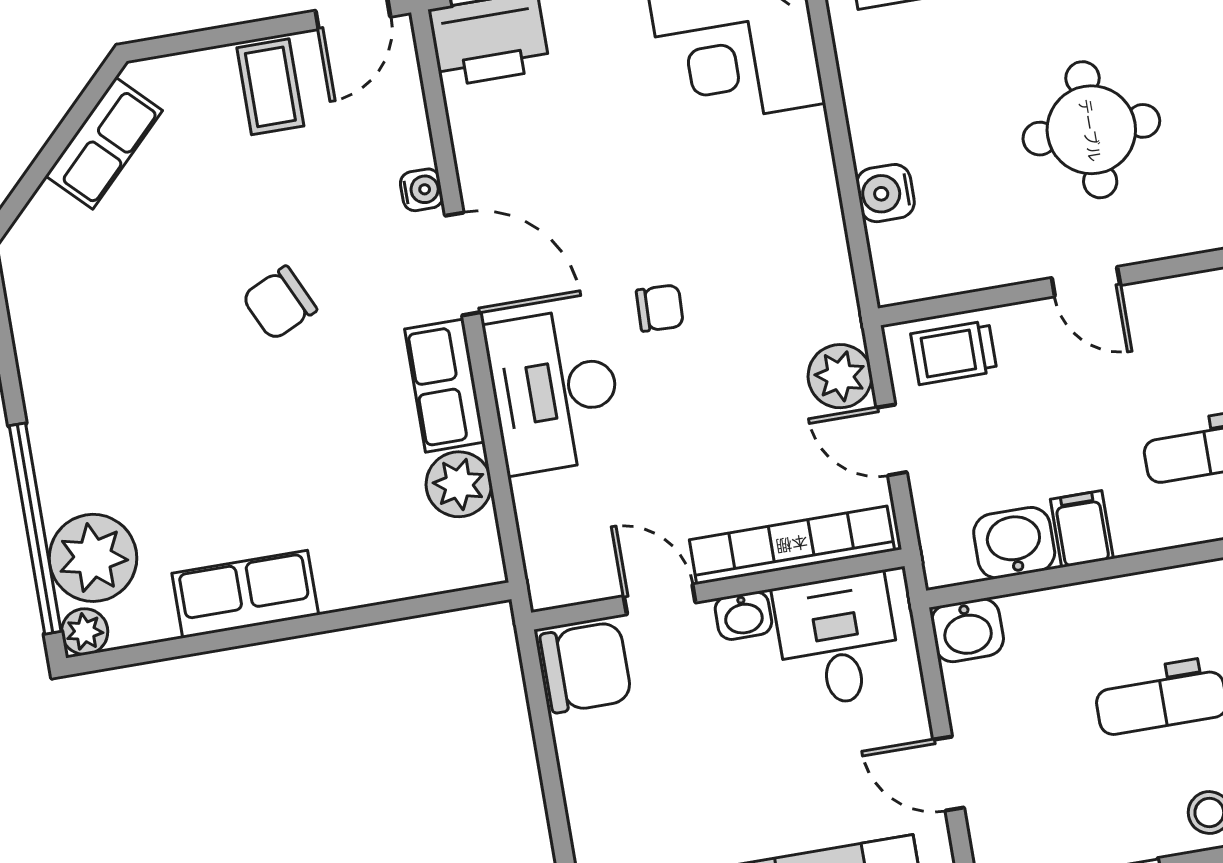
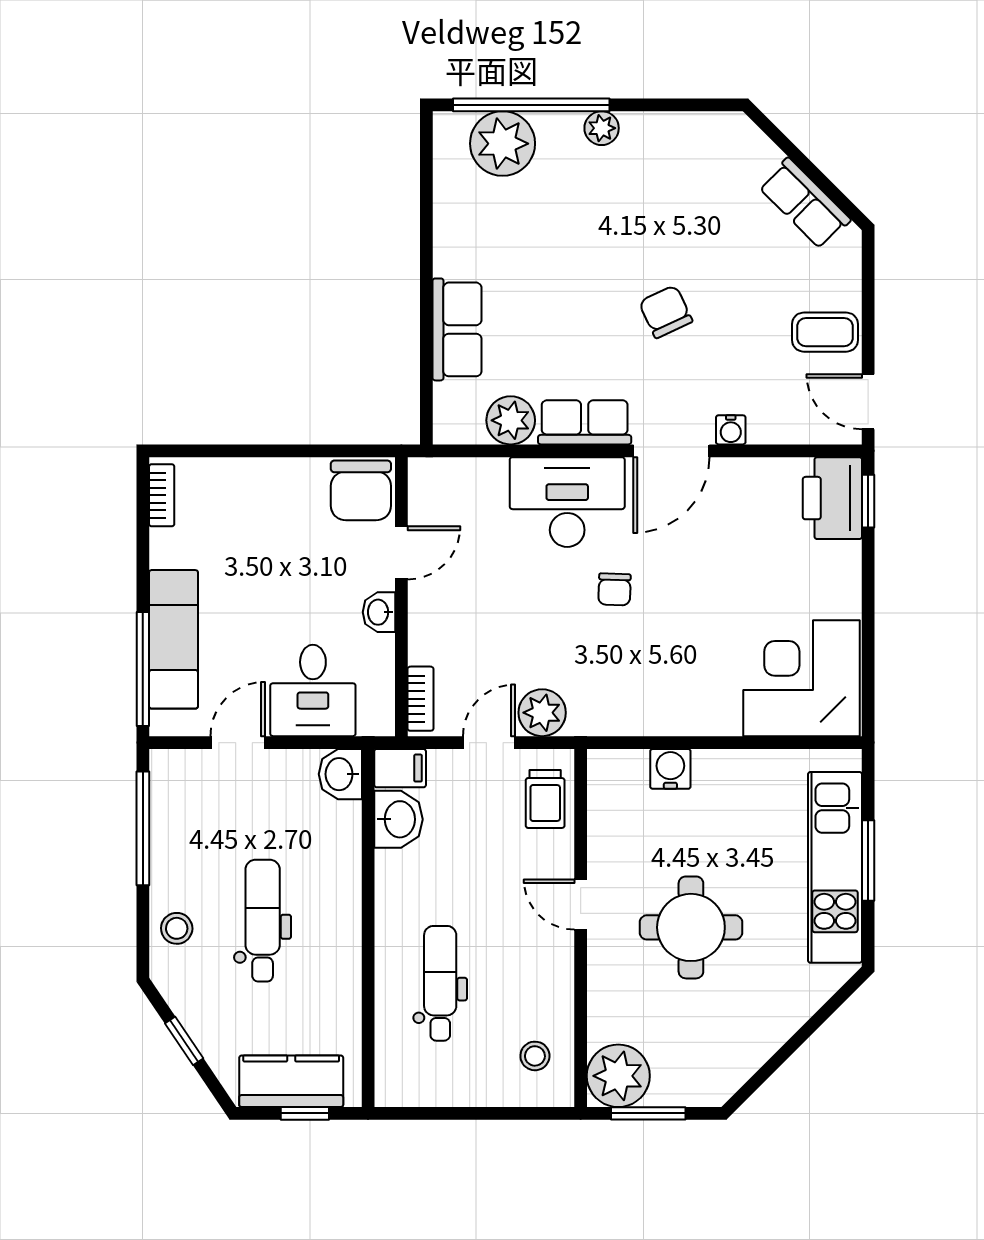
door: (1086, 282) -> (581, 904), hinge flipped
trolley: (954, 353) -> (545, 799), turned 180
filing cabinet: (1082, 529) -> (400, 768), moved
bookcase: (792, 545) -> (420, 699), width x0.43, depth x0.76
row of seats: (245, 594) -> (457, 329), moved
plant: (85, 632) -> (602, 128), moved
desk: (838, 640) -> (313, 690), moved, turned 90

